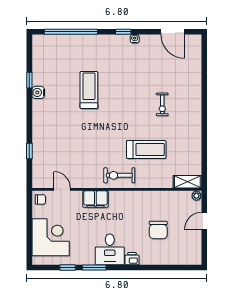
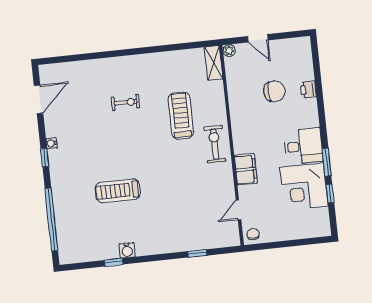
exercise bike: (119, 175) -> (215, 144), turned 180
corner desk: (51, 237) -> (304, 187), moved, turned -90
printer: (132, 259) -> (308, 90), moved

